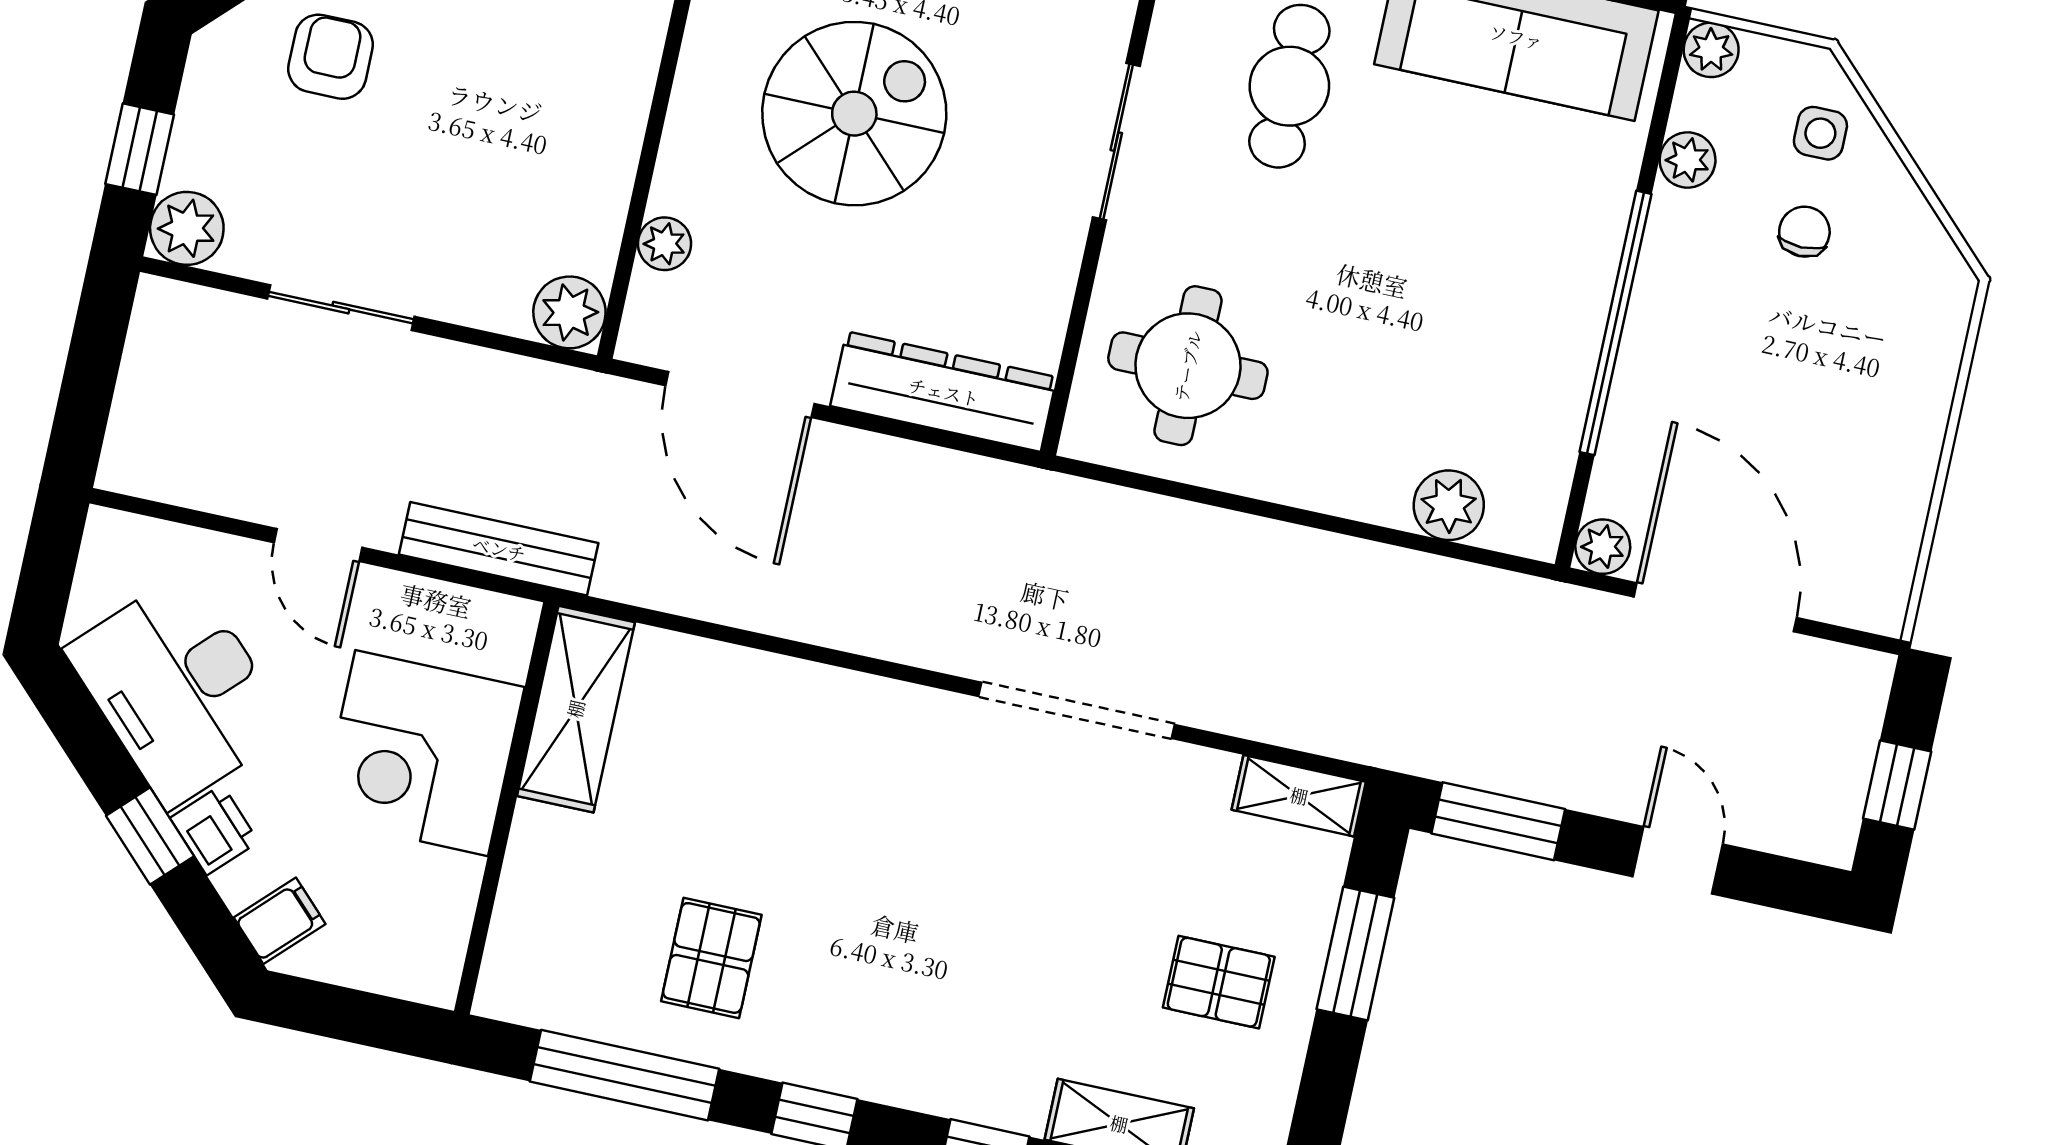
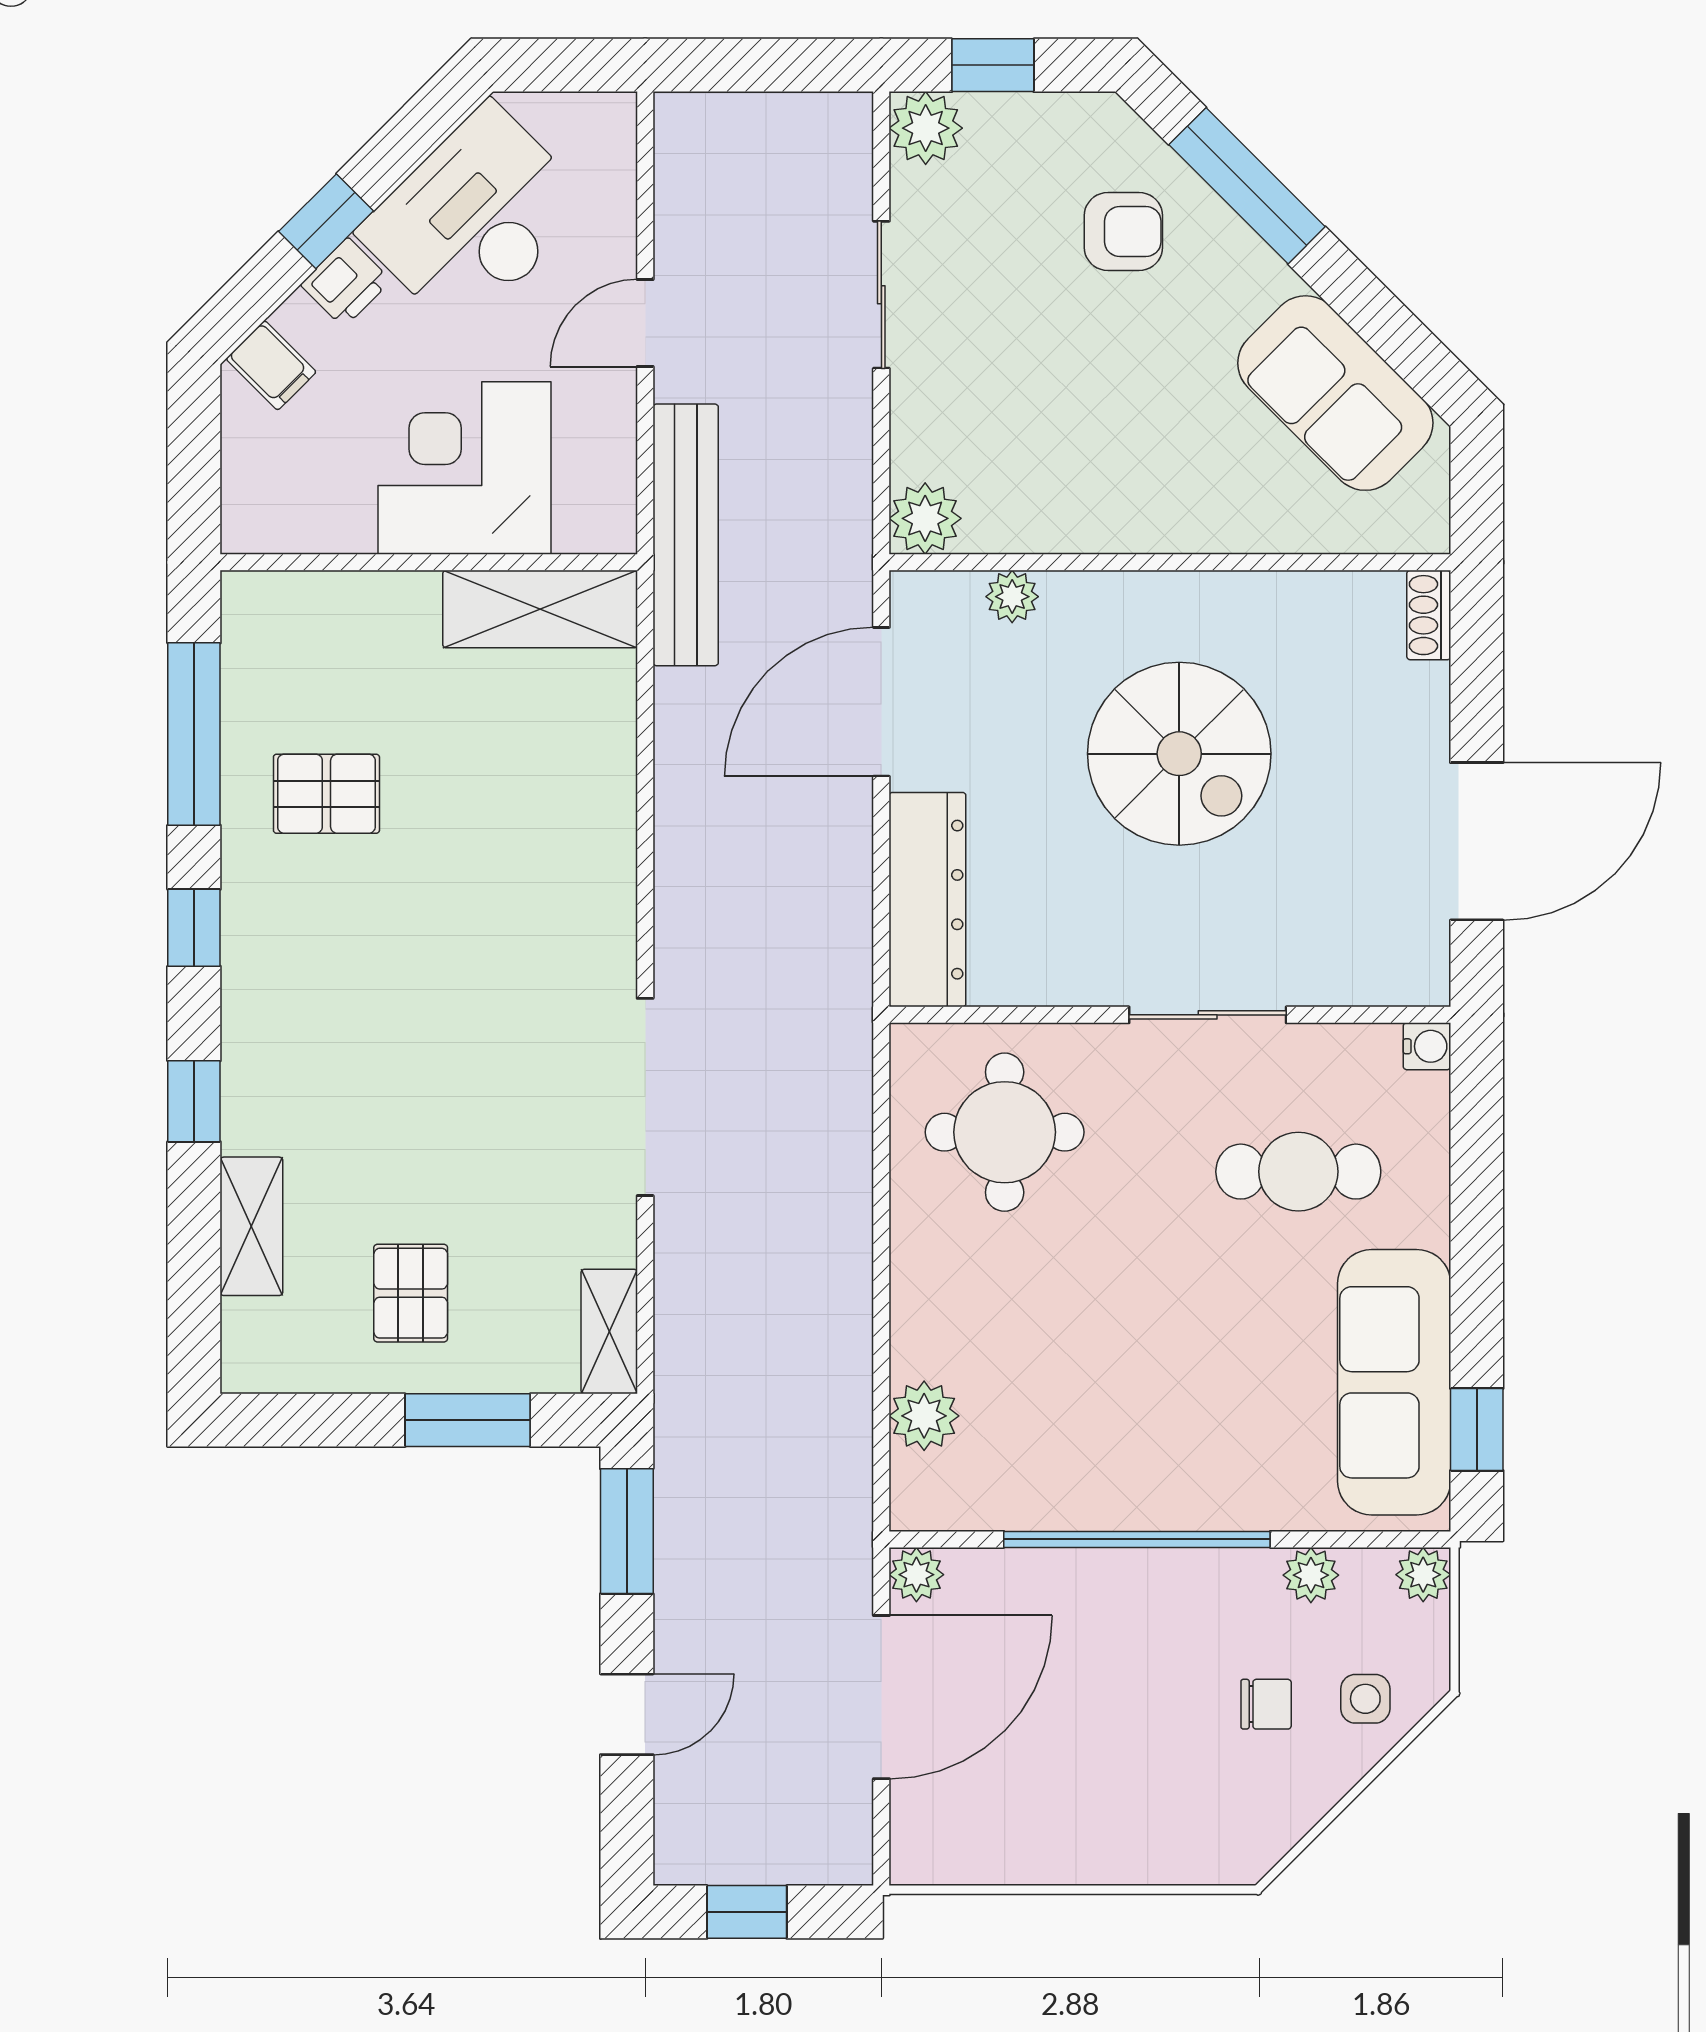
bench: (499, 549) -> (686, 535), width x1.37, depth x1.21

